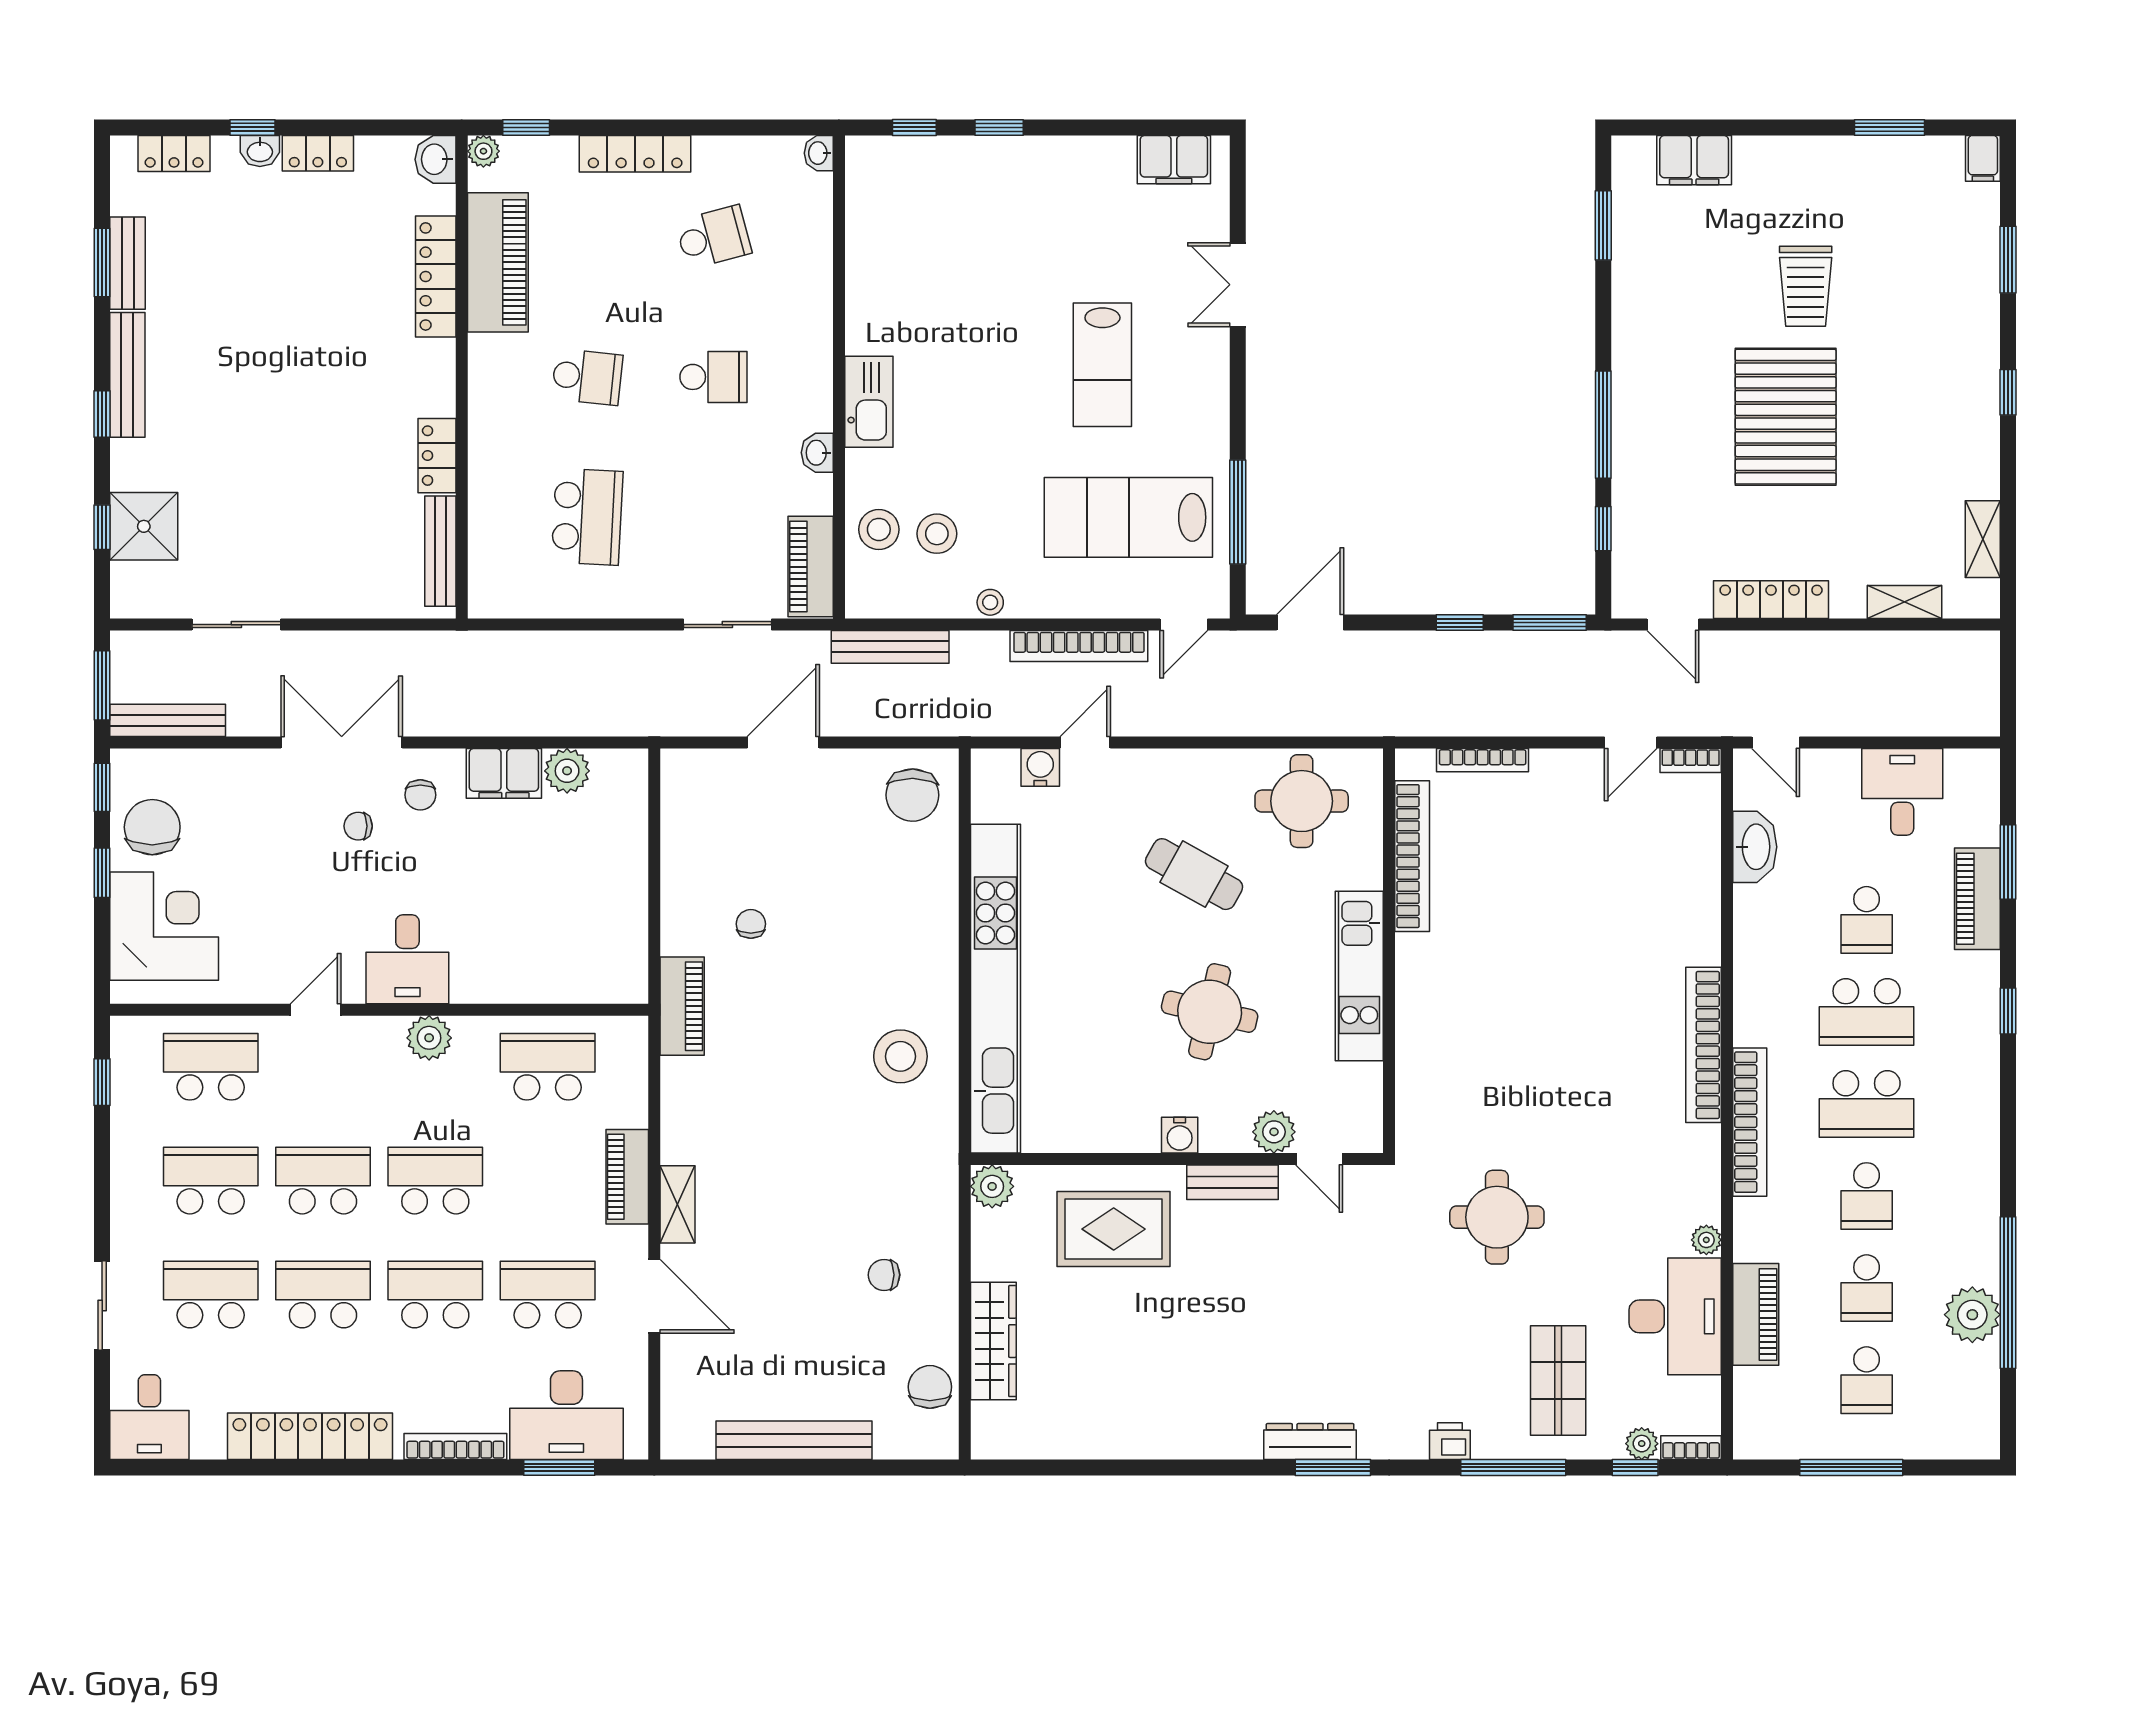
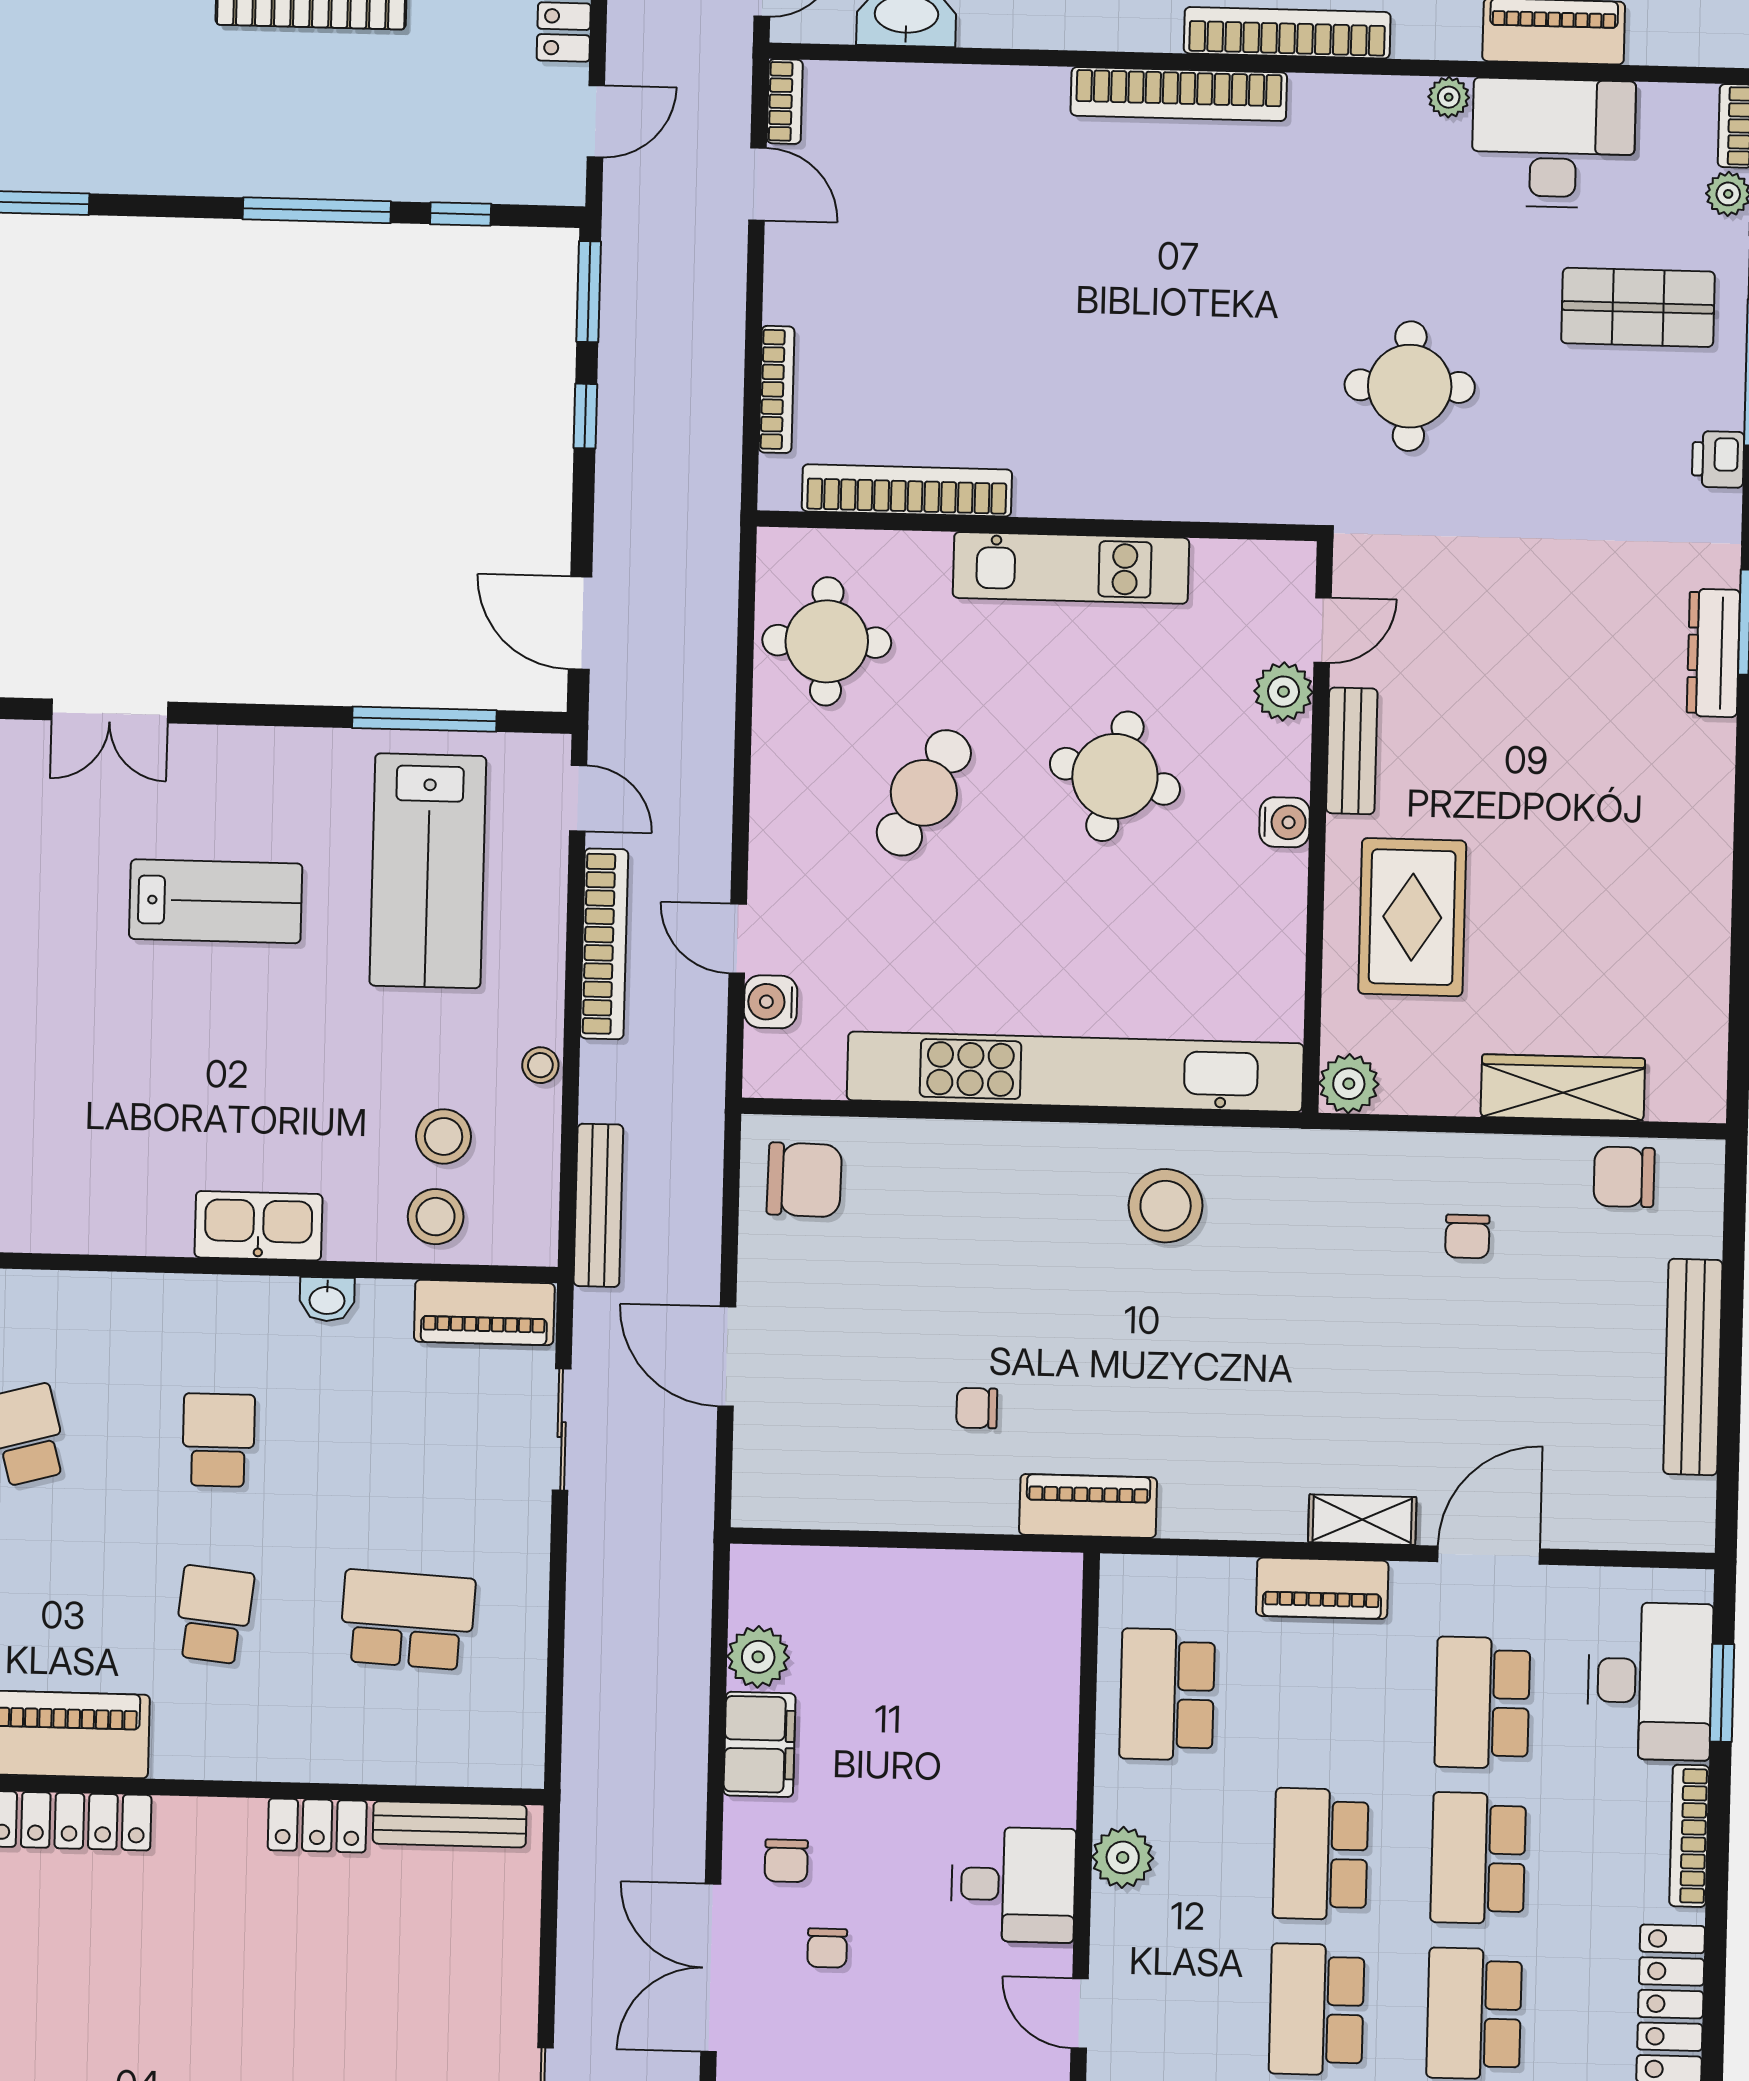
chair: (420, 795) -> (786, 1861), turned 90

